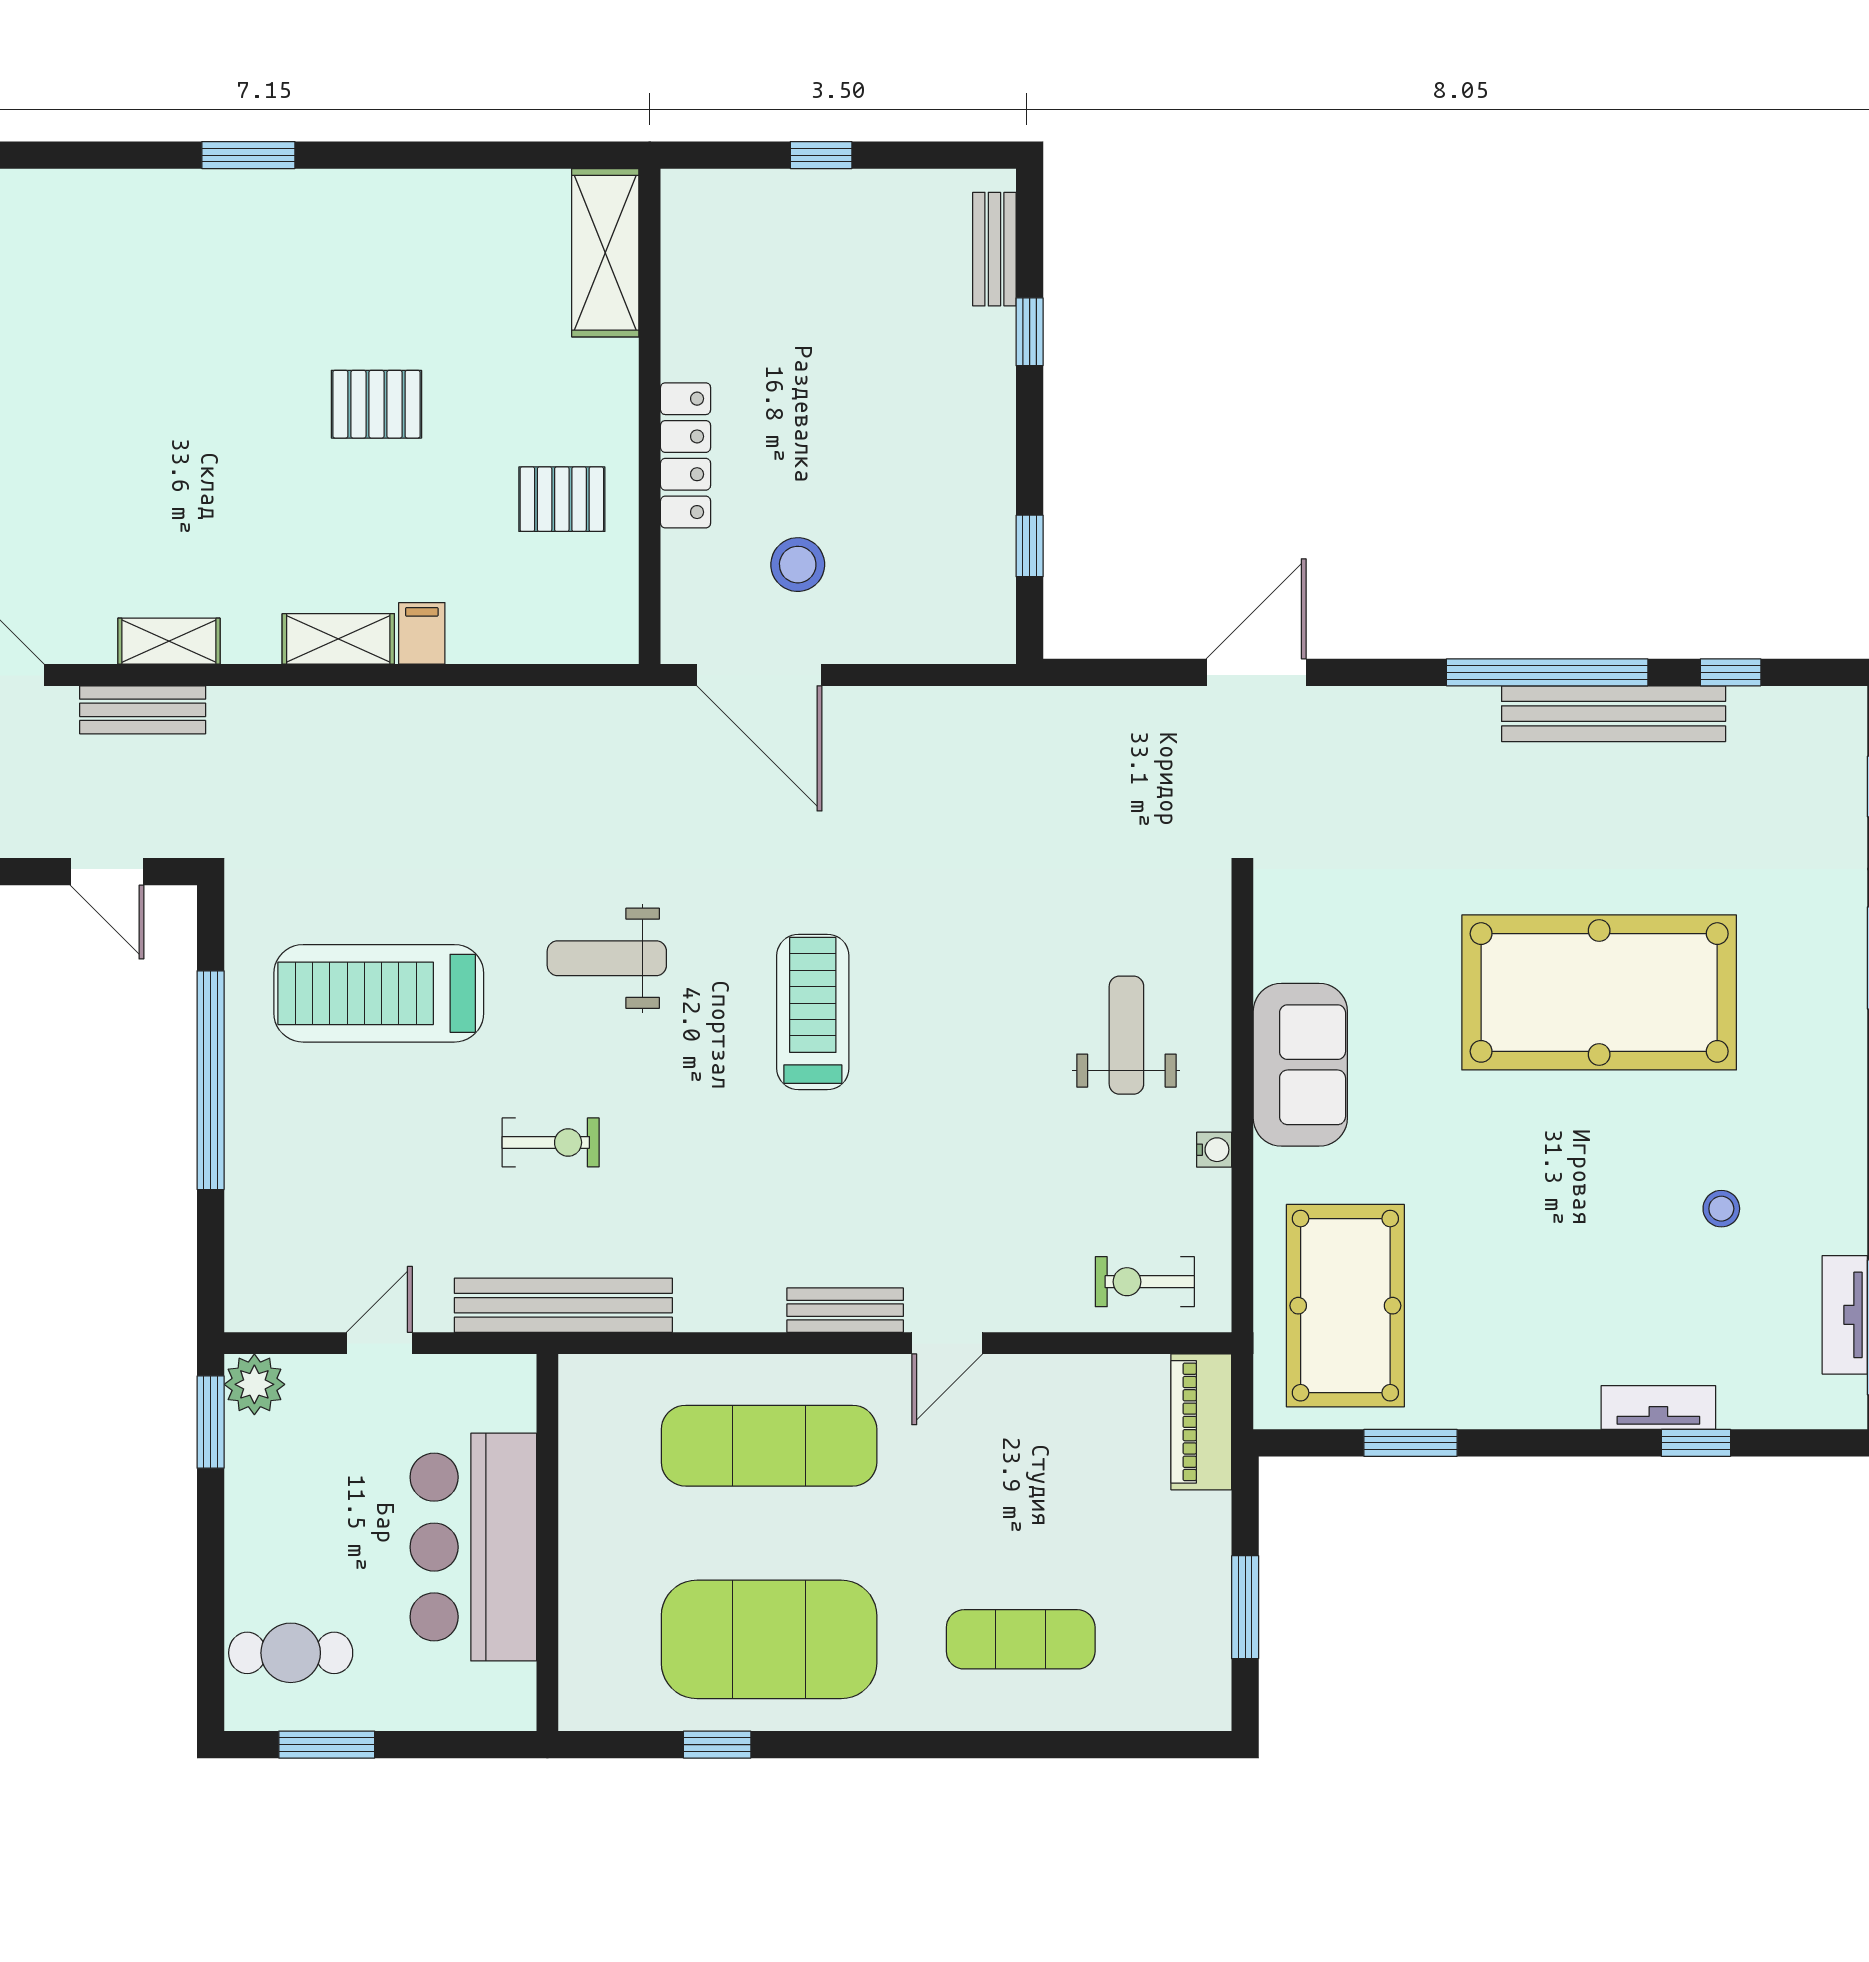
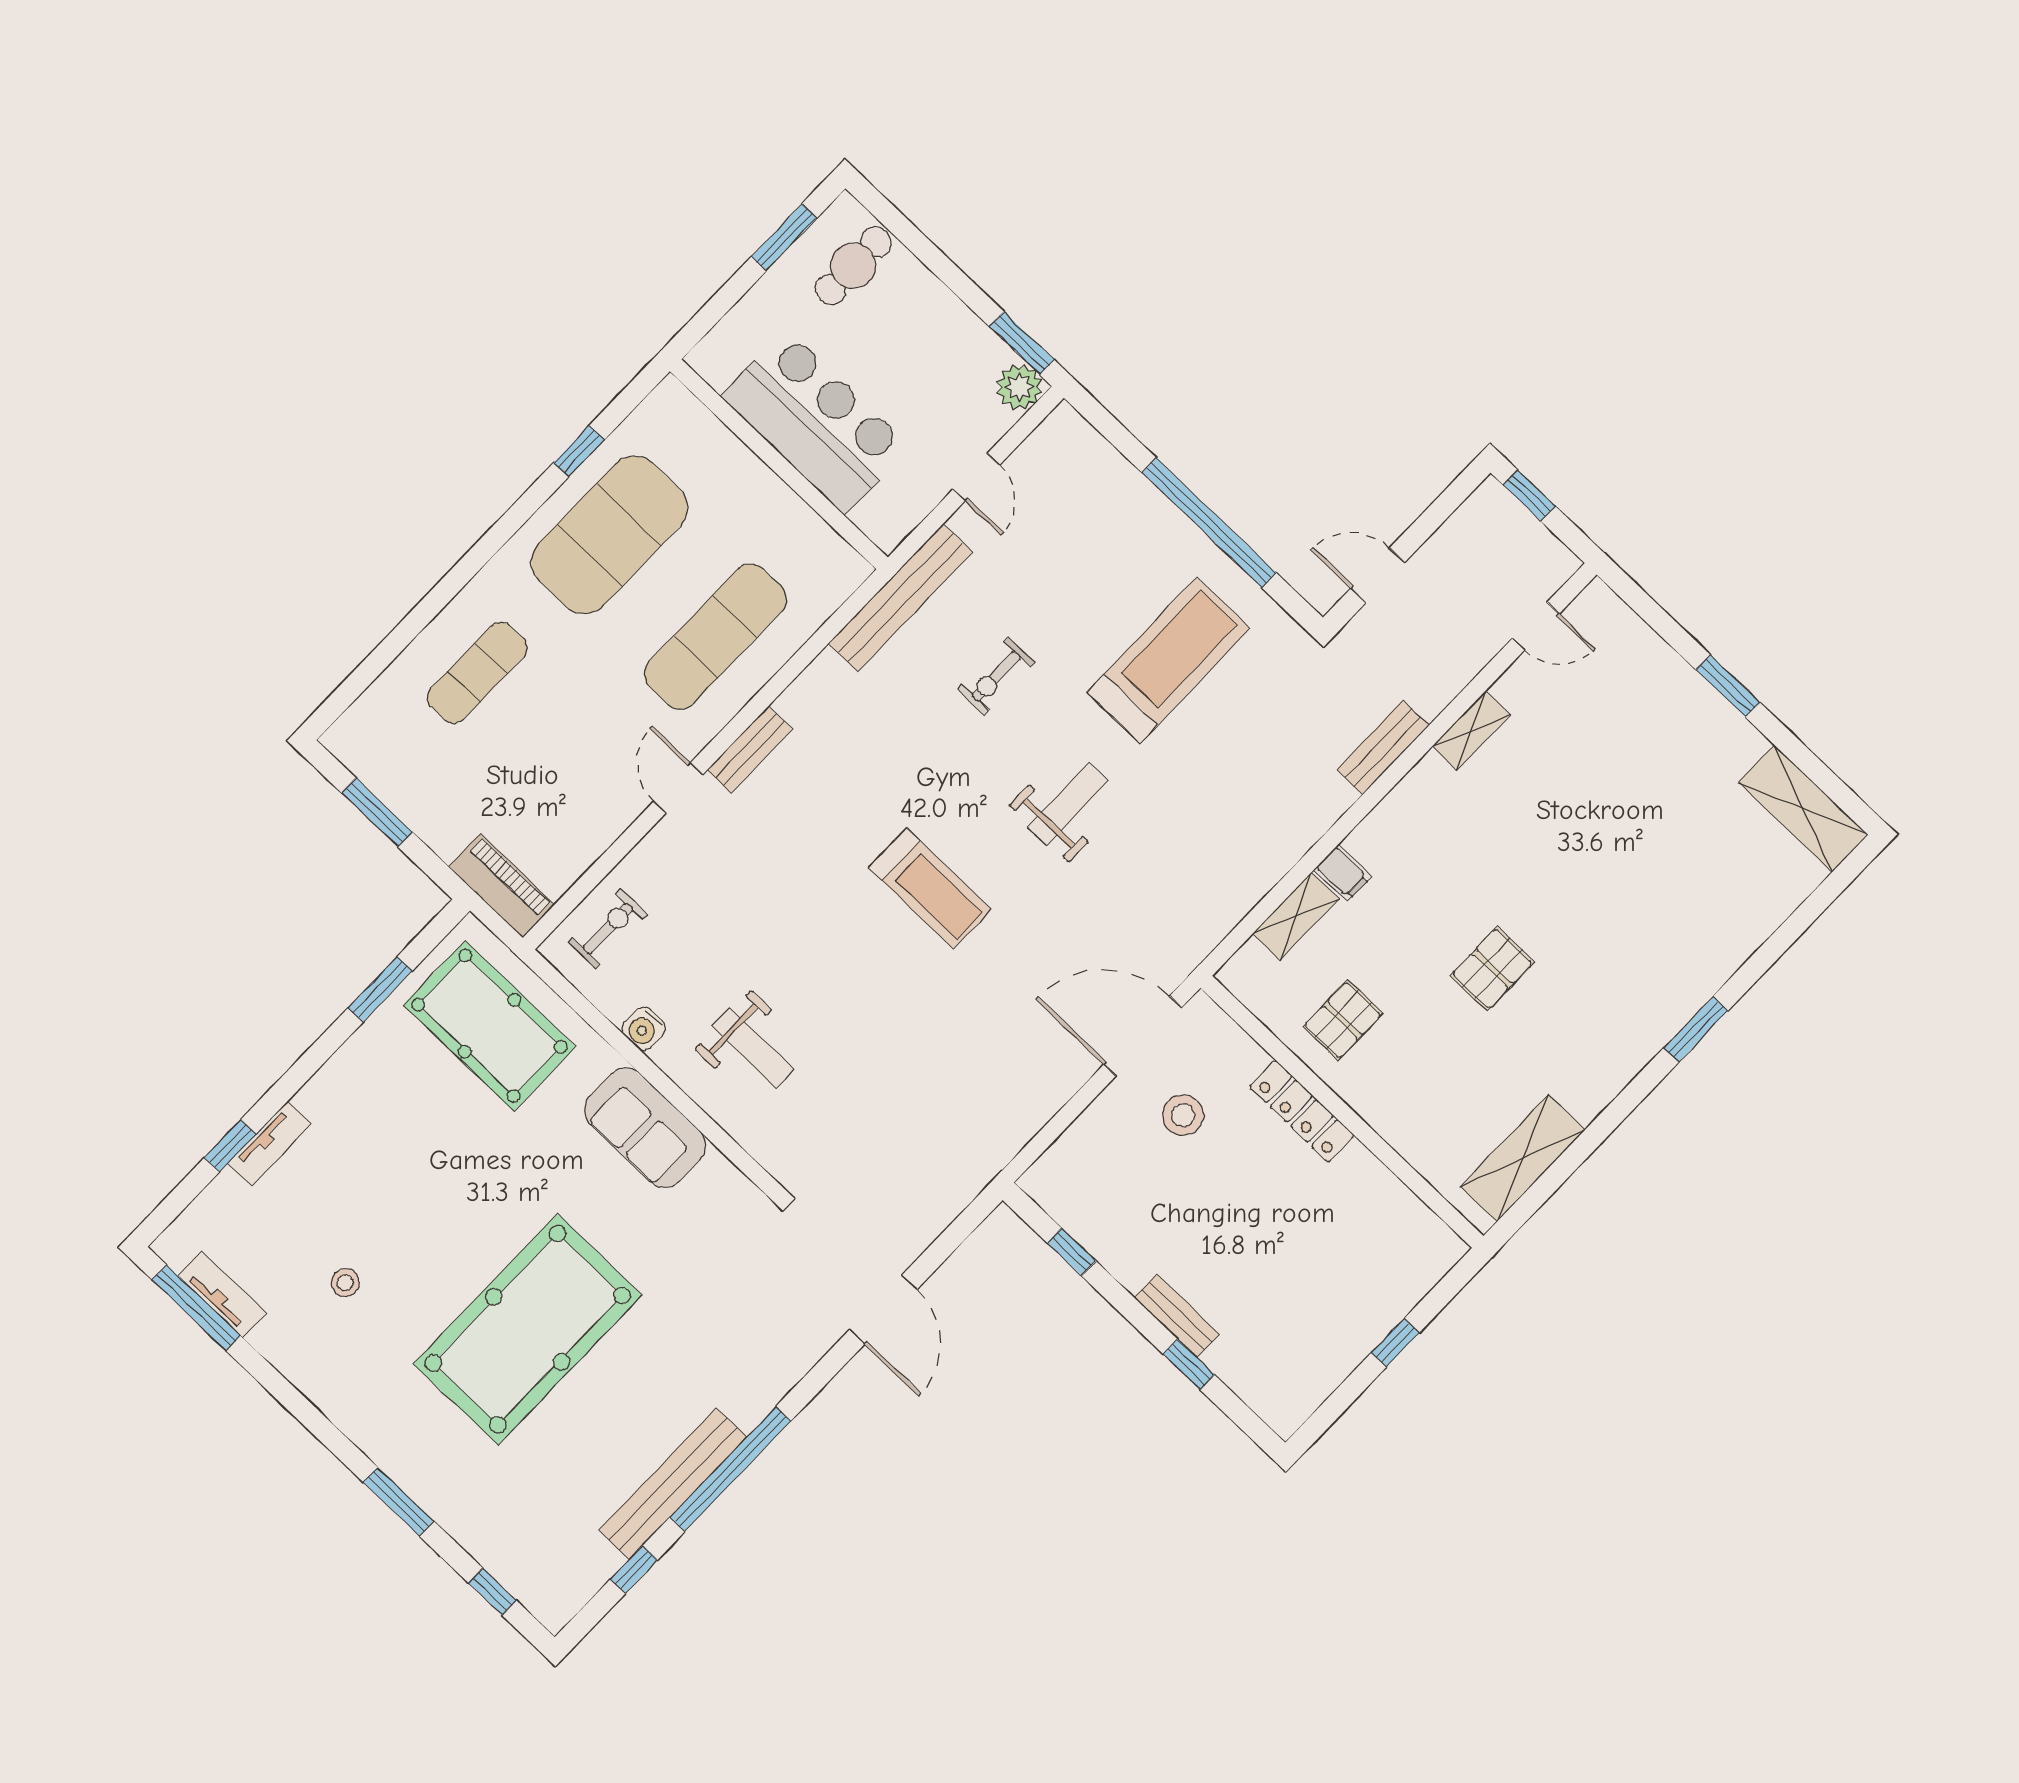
bench: (994, 249) -> (1177, 1316), moved
shelving: (605, 253) -> (1523, 1158), moved, turned 90
shelving: (338, 639) -> (1296, 916), moved
bench: (143, 710) -> (1383, 747), moved
water cooler: (1214, 1150) -> (644, 1029), width x1.38, depth x1.38

